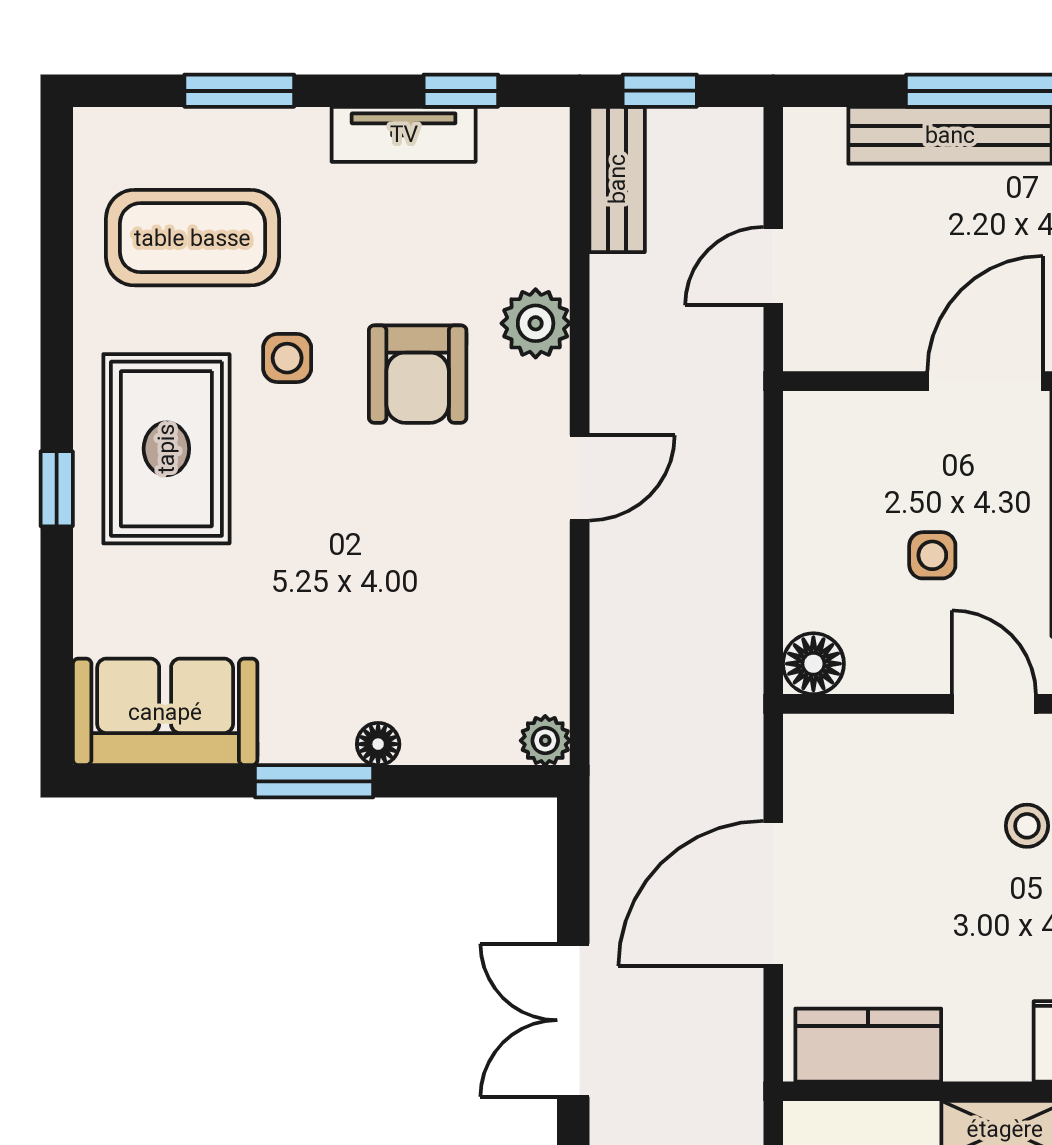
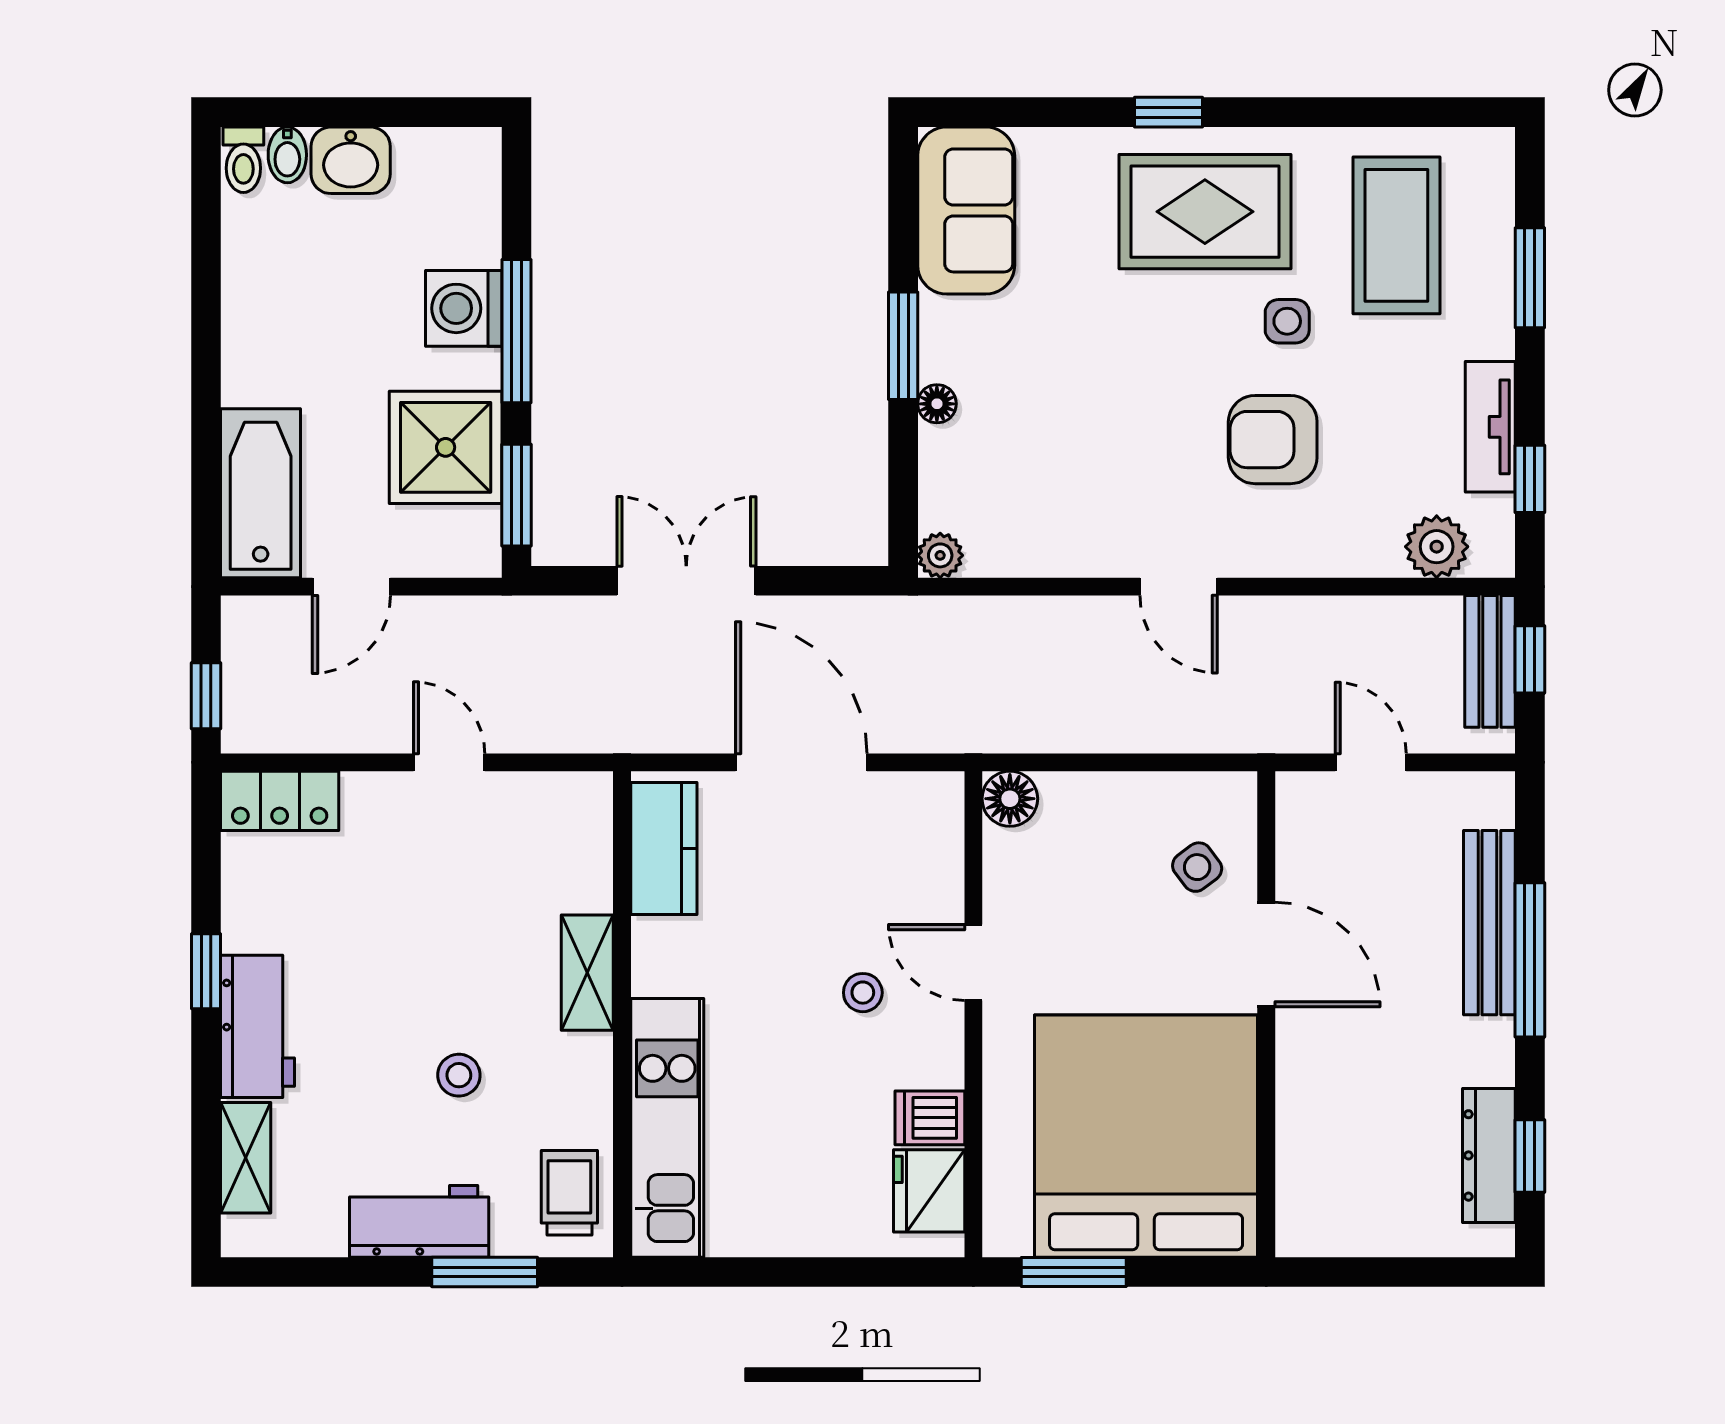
bench: (617, 179) -> (1490, 661), moved, turned 90
plant: (536, 323) -> (1437, 547), moved
side table: (932, 555) -> (1197, 867), moved, turned -37
door: (994, 704) -> (973, 963), swing flipped

